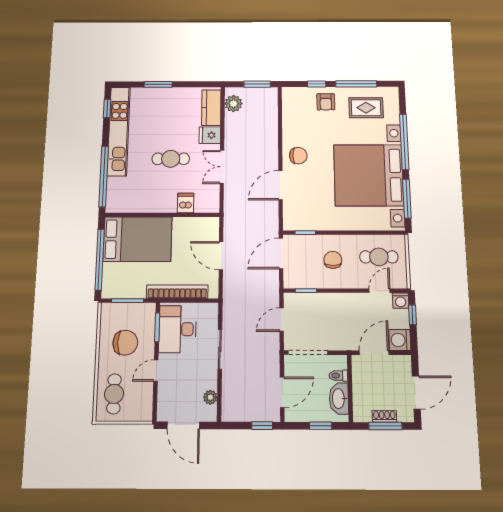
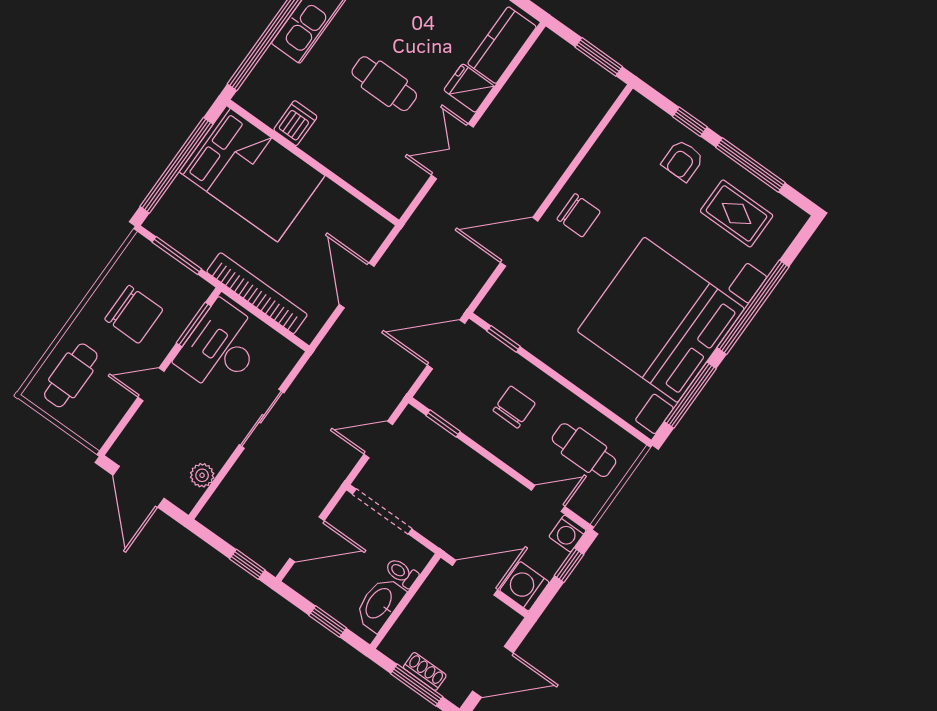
plant: (233, 104) -> (540, 63), removed
dishwasher: (186, 203) -> (295, 123), moved

